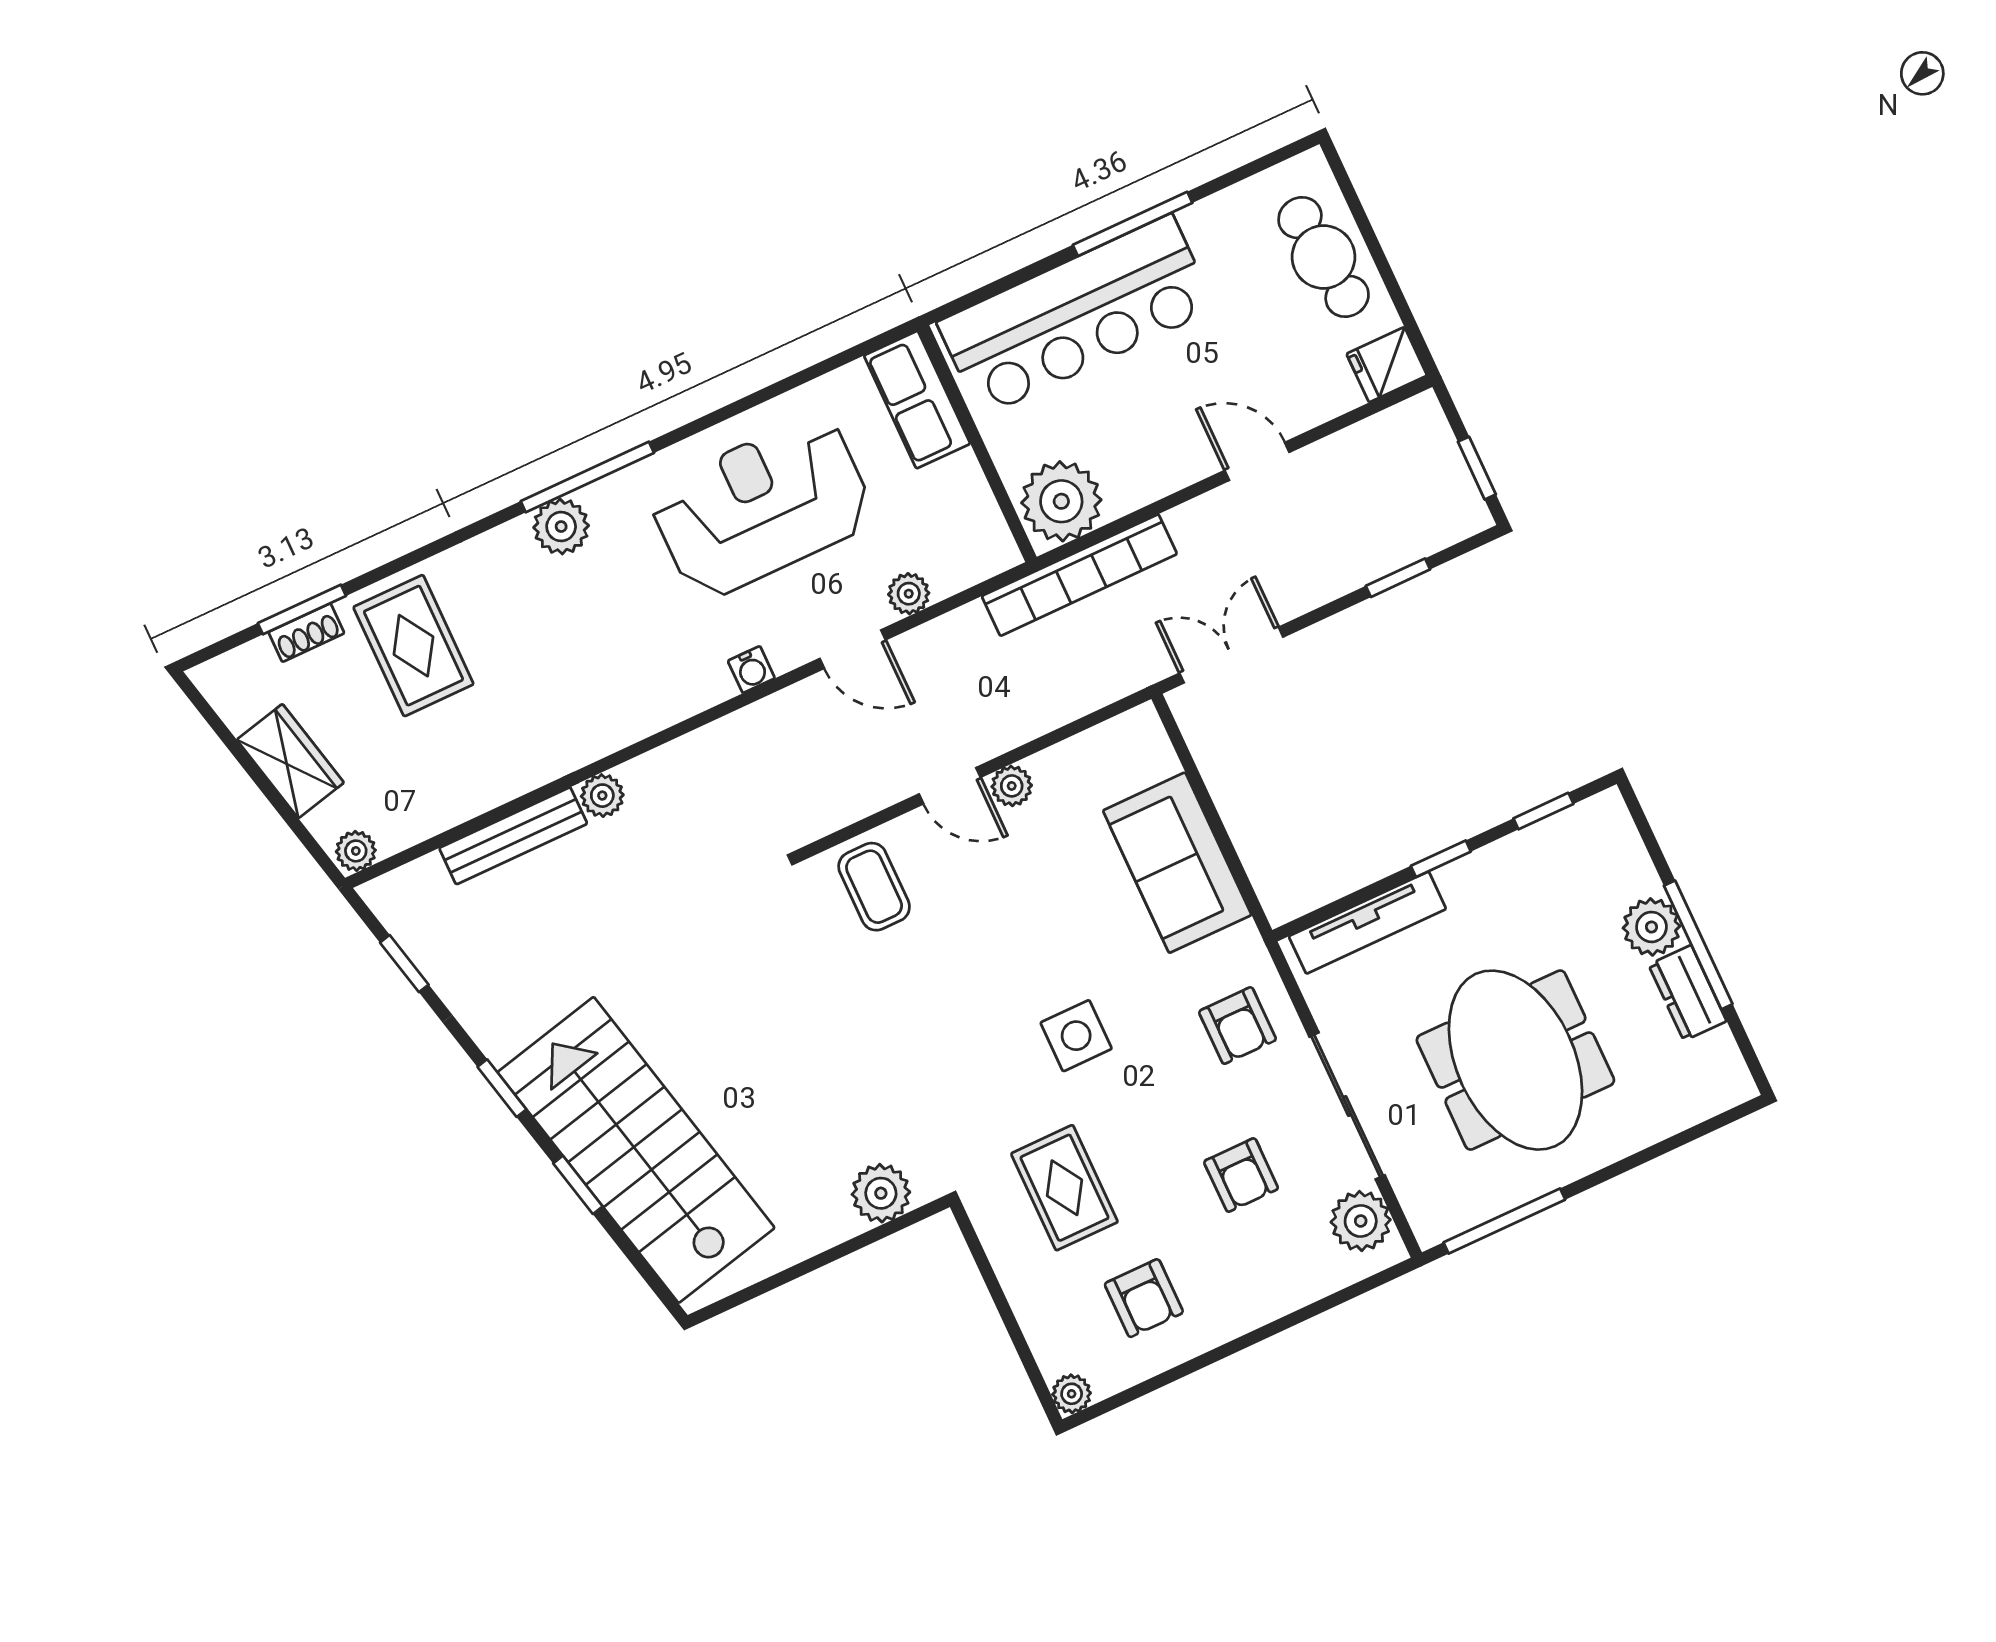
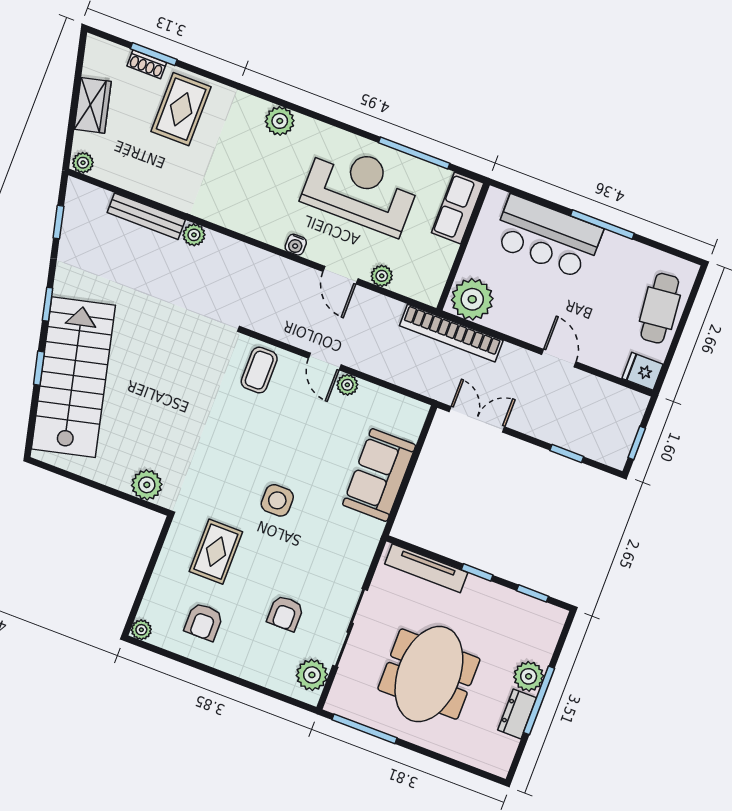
bar counter: (1076, 315) -> (547, 237), width x0.73
window: (587, 477) -> (414, 153), moved
armchair: (1238, 1026) -> (340, 557), removed

